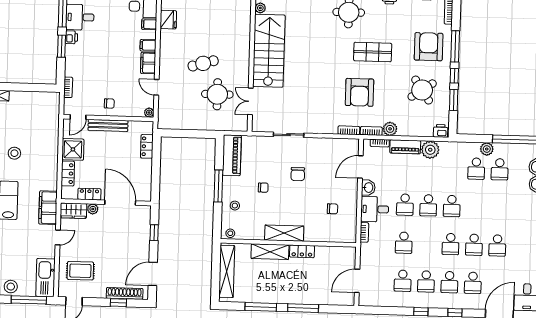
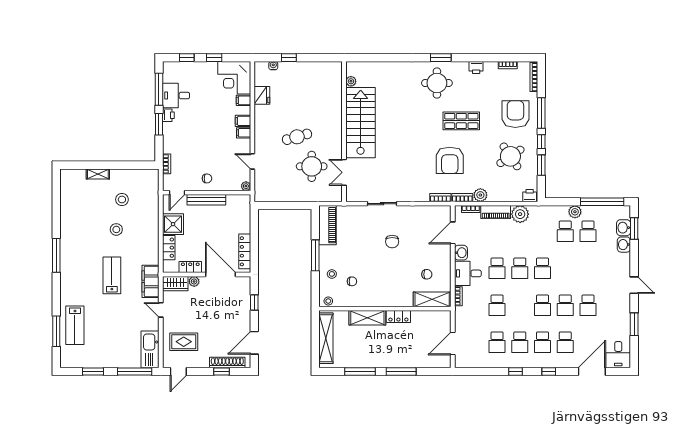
filing cabinet: (148, 63) -> (244, 133), width x0.50
locker: (147, 146) -> (245, 251), moved, width x1.53
chair: (263, 188) -> (352, 281), moved
shelving: (284, 233) -> (432, 299), moved
door: (58, 237) -> (161, 310), swing flipped
stool: (11, 287) -> (122, 199), moved

